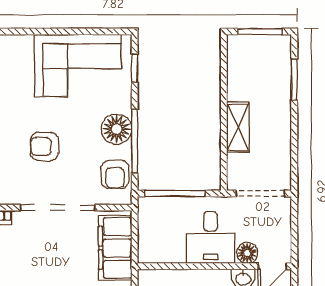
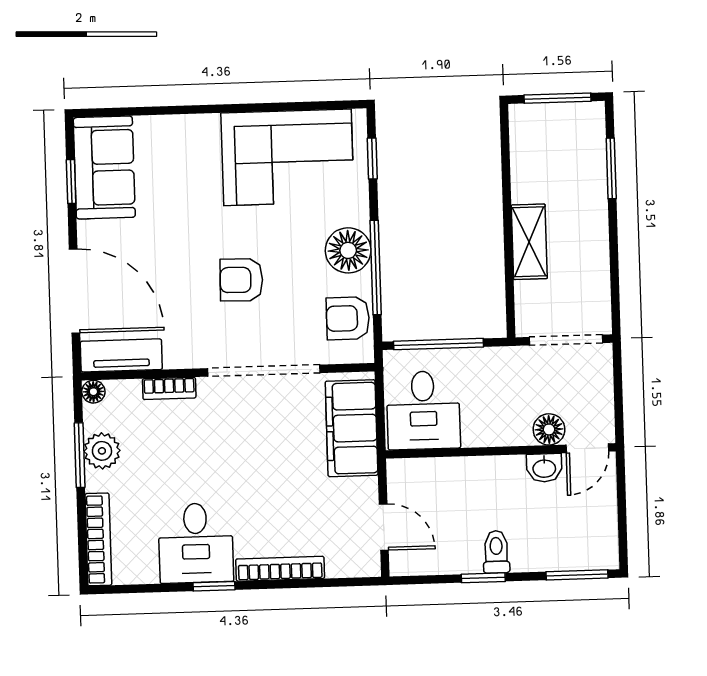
armchair: (115, 174) -> (348, 318), turned 90
desk: (211, 237) -> (423, 410), moved

